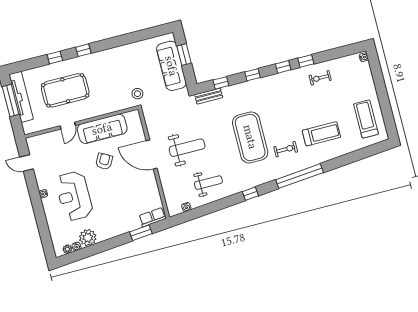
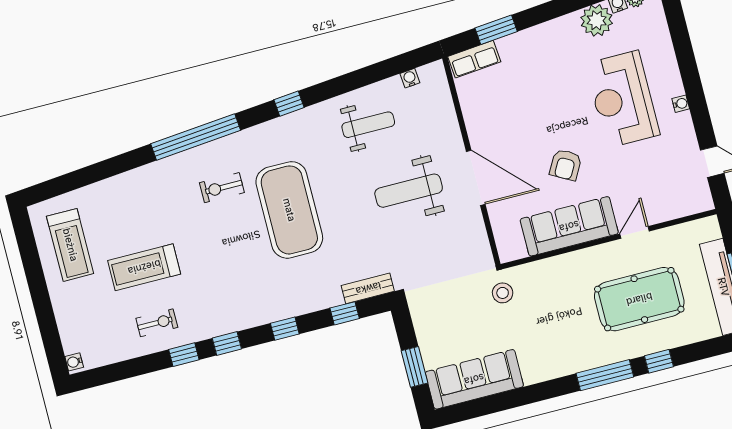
window: (83, 50) -> (605, 375), width x2.17
sofa: (171, 66) -> (474, 379), moved, turned -90
treadmill: (321, 134) -> (144, 267), moved
weight bench: (208, 183) -> (368, 125), turned 180
reception desk: (74, 196) -> (623, 99), turned 180

